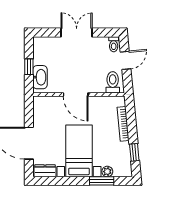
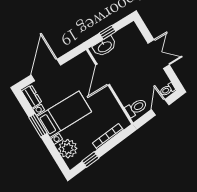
door: (126, 60) -> (160, 107), swing flipped
door: (76, 95) -> (103, 75), moved
plant: (107, 172) -> (68, 149), width x1.88, depth x1.88
window: (102, 181) -> (38, 125), moved

